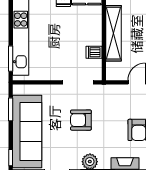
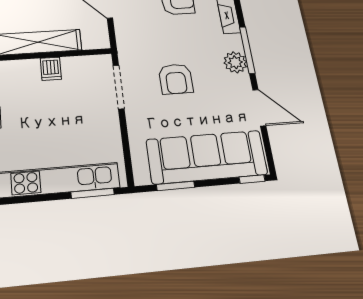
dishwasher: (94, 52) -> (51, 69), moved

